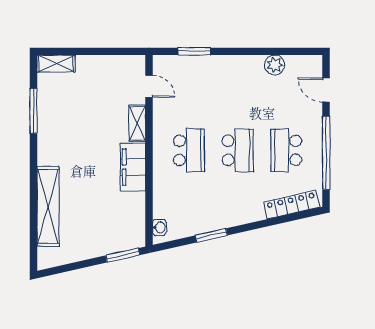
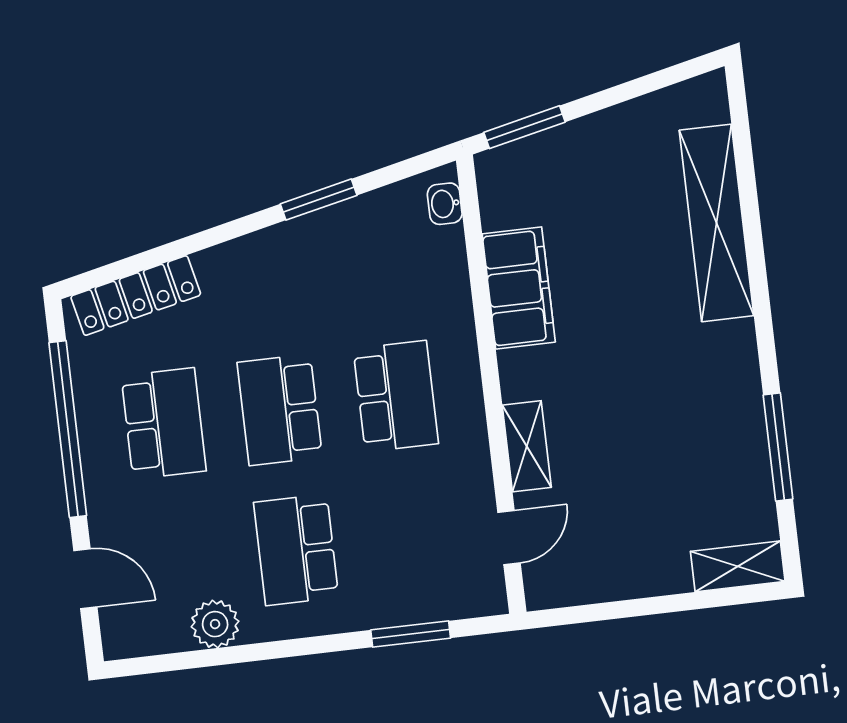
door: (149, 86) -> (509, 538), swing flipped
school desk: (238, 92) -> (296, 550), added
school desk: (189, 150) -> (396, 396), turned 180
filing cabinet: (133, 167) -> (519, 288), moved

